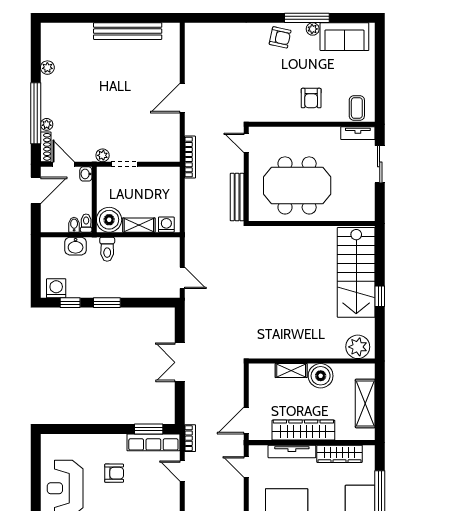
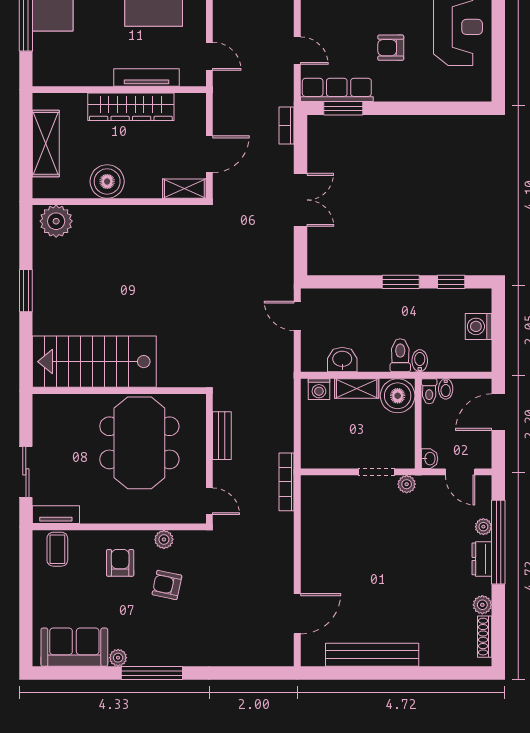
window: (307, 18) -> (152, 673), moved
armchair: (280, 37) -> (167, 585), moved
door: (182, 98) -> (297, 614), moved
dresser: (48, 101) -> (482, 559), added
plant: (279, 115) -> (164, 539), added
shoe rack: (46, 147) -> (485, 637), moved
meeting table: (297, 185) -> (139, 443), turned 90
door: (36, 190) -> (498, 412), moved
bench: (237, 197) -> (222, 436), width x0.73
bidet: (93, 245) -> (420, 361), added
washbasin: (76, 246) -> (342, 360), moved
stairs: (356, 272) -> (94, 362), moved, turned -90
washing machine: (56, 288) -> (479, 326), moved, turned 90
window: (380, 296) -> (26, 291), width x1.50
shelving: (291, 371) -> (184, 189), moved
door: (246, 420) -> (209, 154), moved
bookcase: (190, 438) -> (287, 126), moved
wardrobe: (339, 454) -> (81, 74), removed

